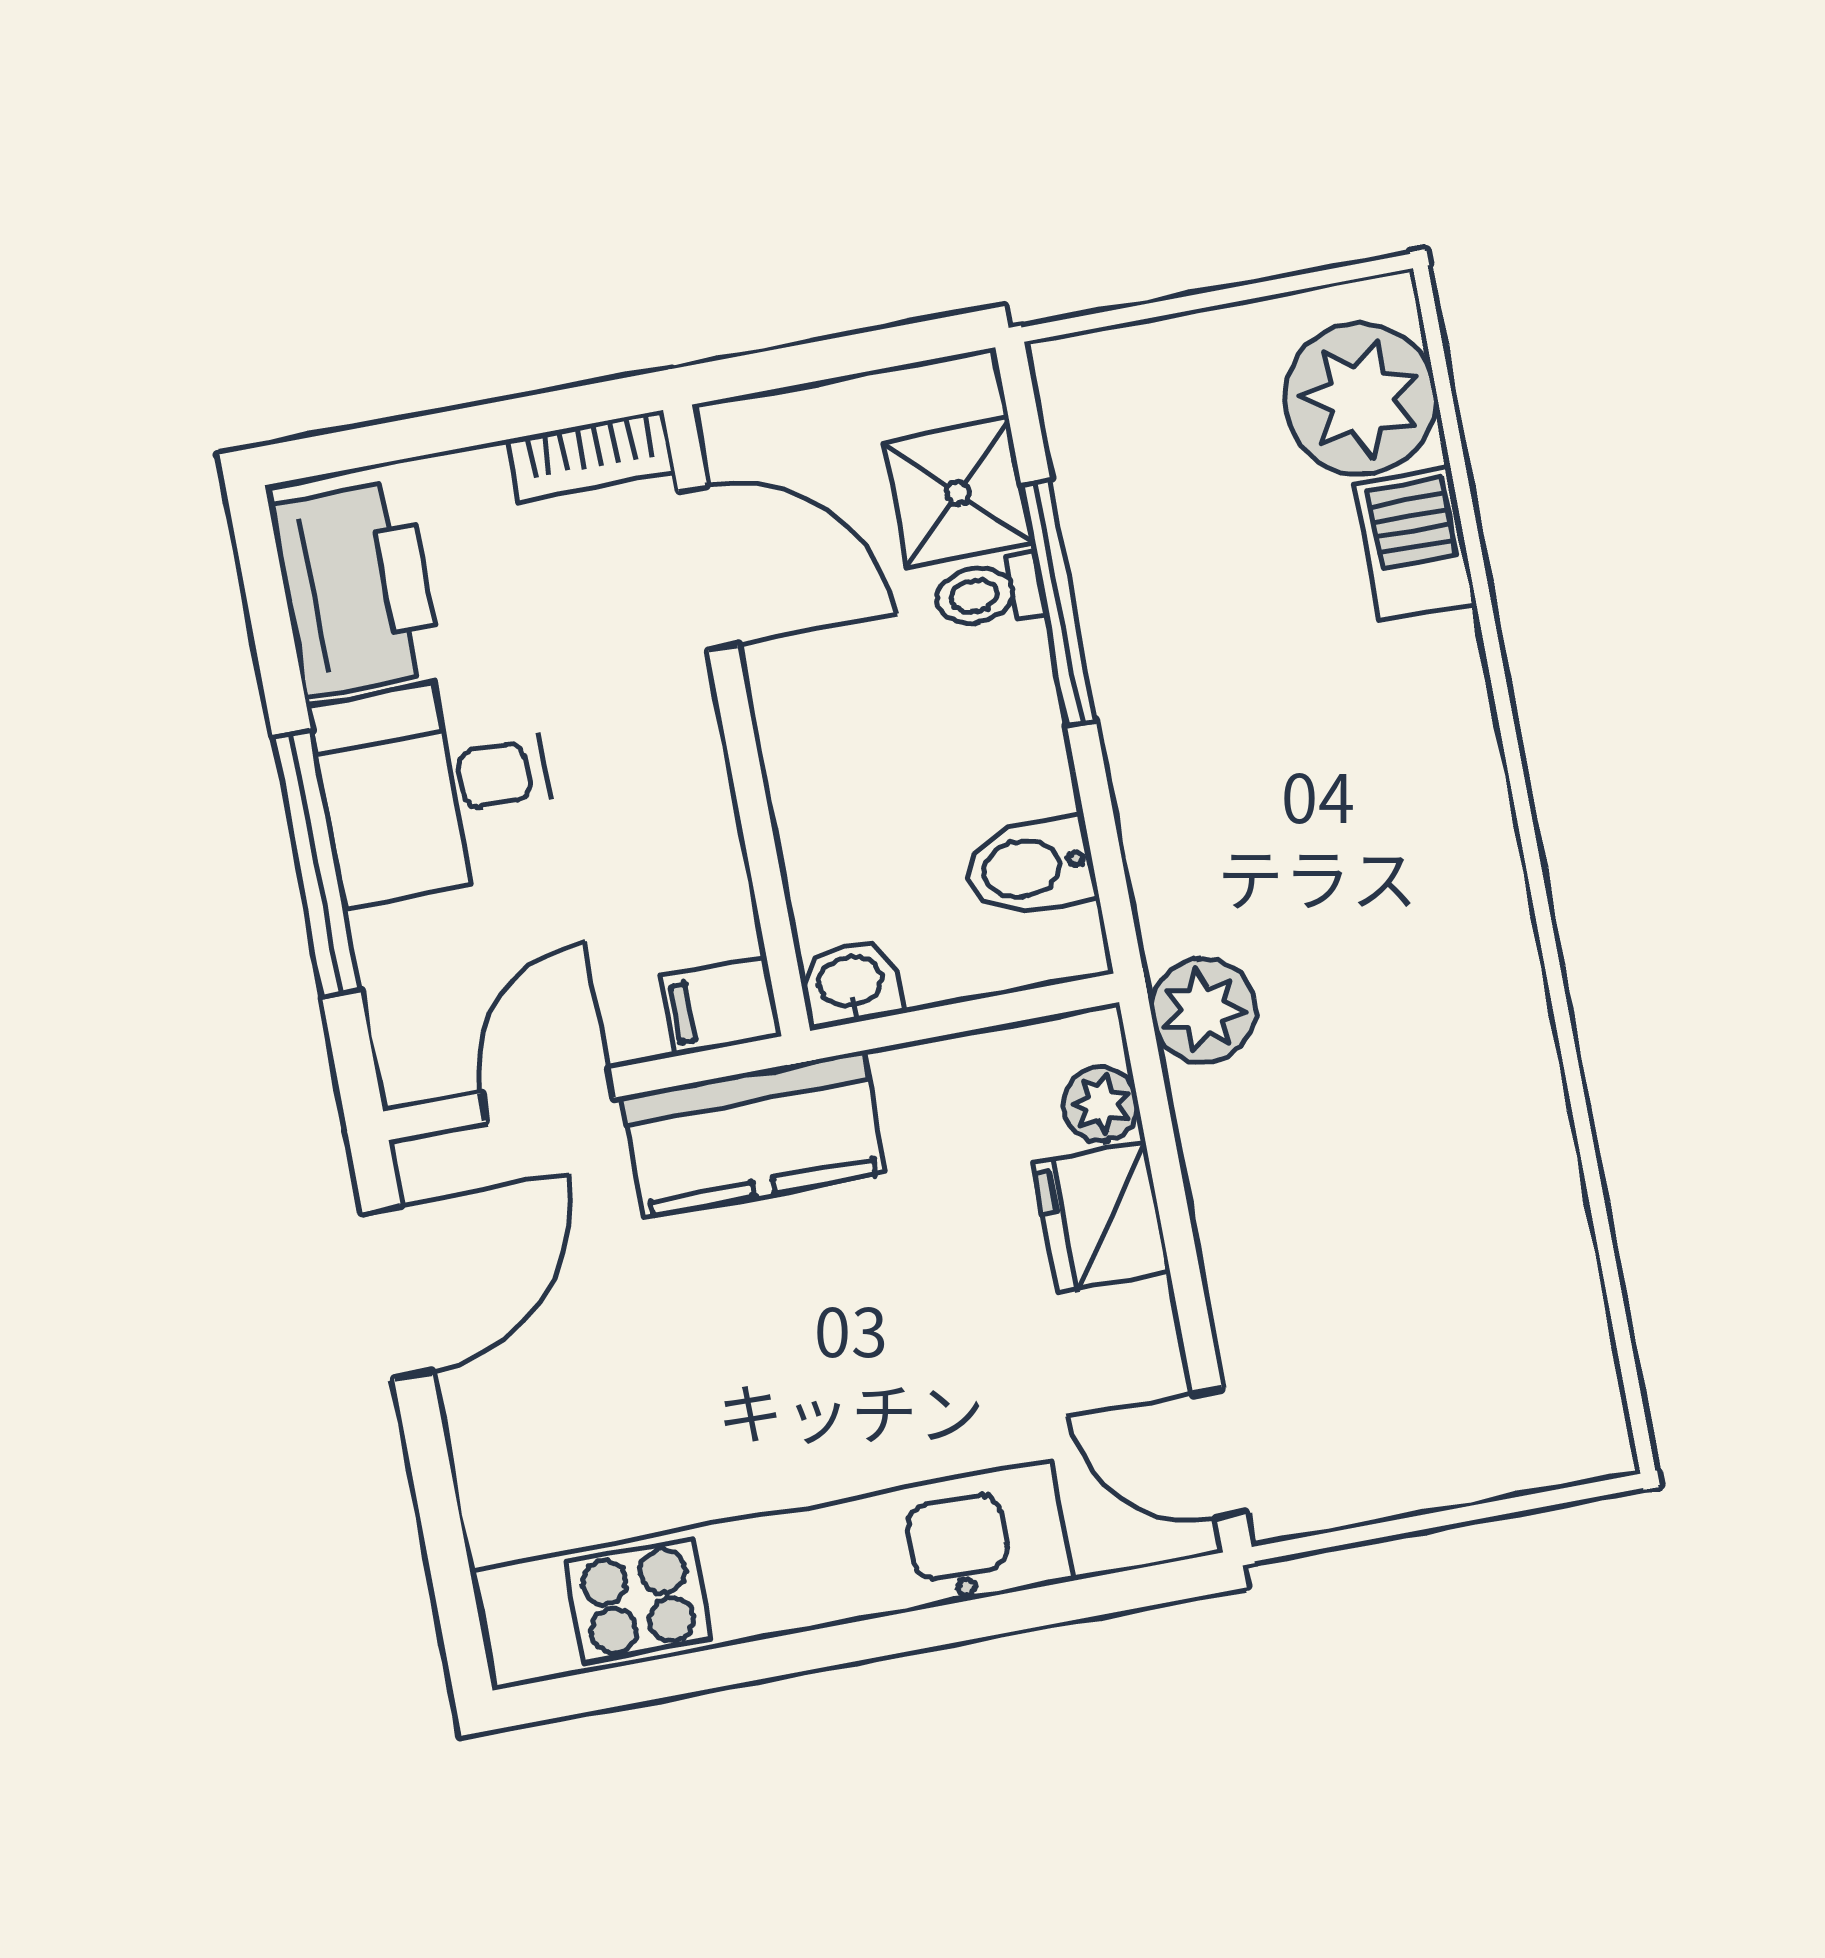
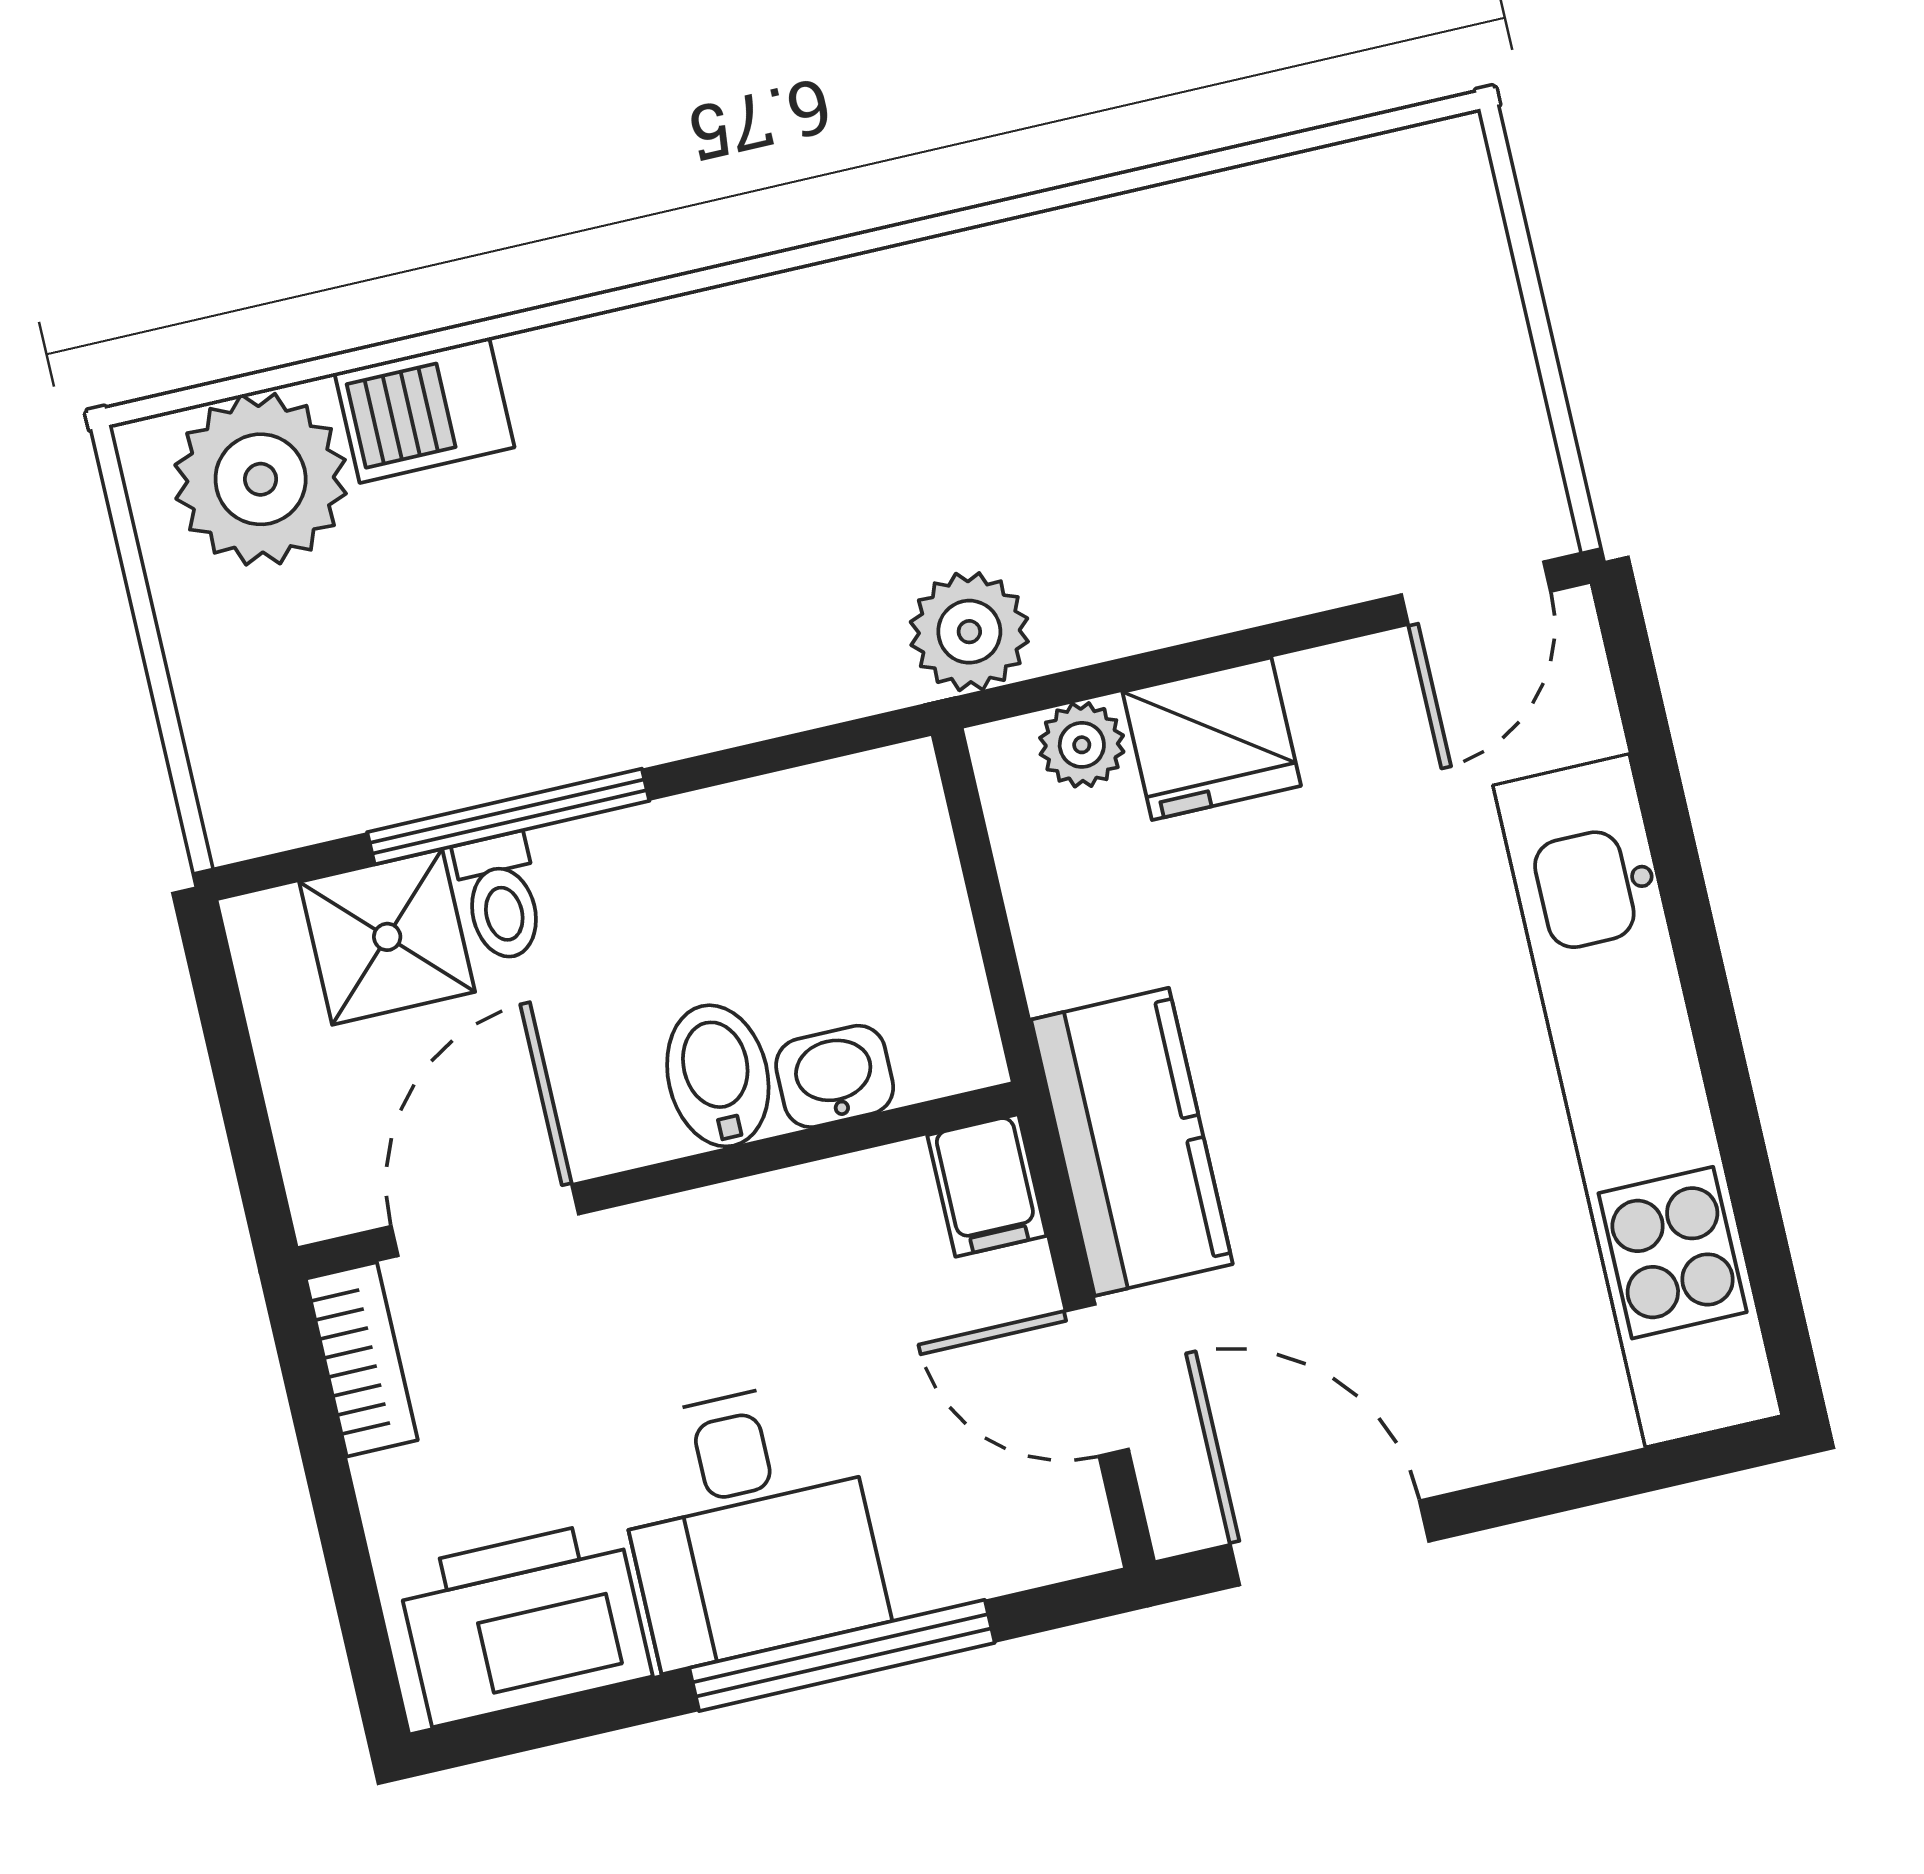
bidet: (1030, 867) -> (718, 1076), moved, turned 180
washbasin: (850, 984) -> (835, 1076), moved, turned 90

